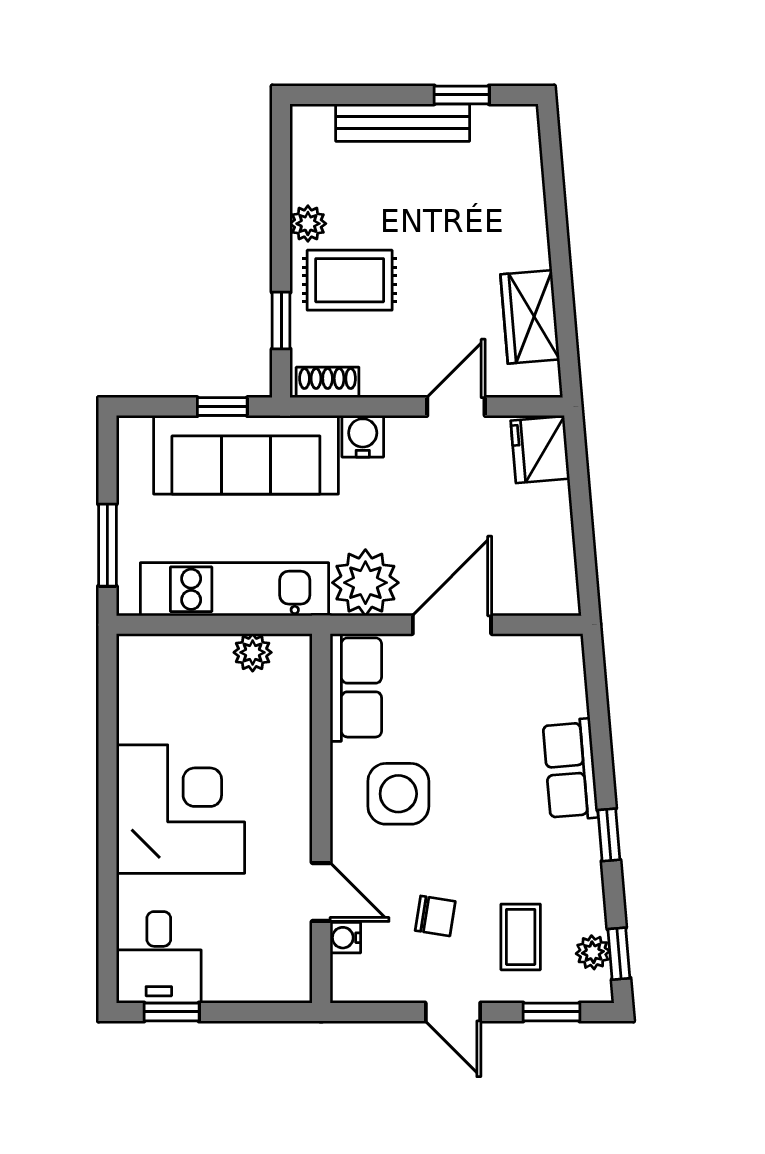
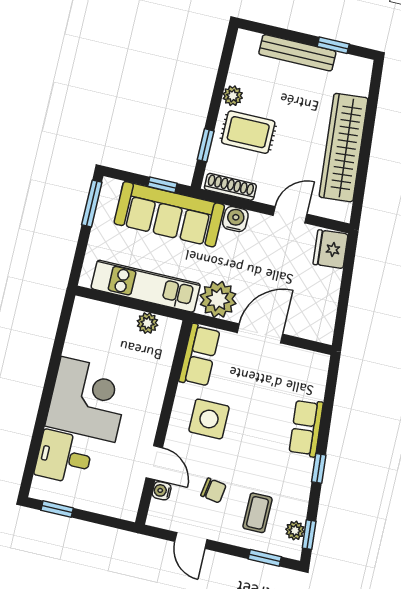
wardrobe: (530, 317) -> (344, 148), width x2.10, depth x1.17
shoe rack: (328, 382) -> (230, 187), width x1.43
window: (107, 545) -> (92, 203), moved
desk: (159, 957) -> (64, 457), moved, turned 90
door: (453, 1012) -> (191, 540), moved

